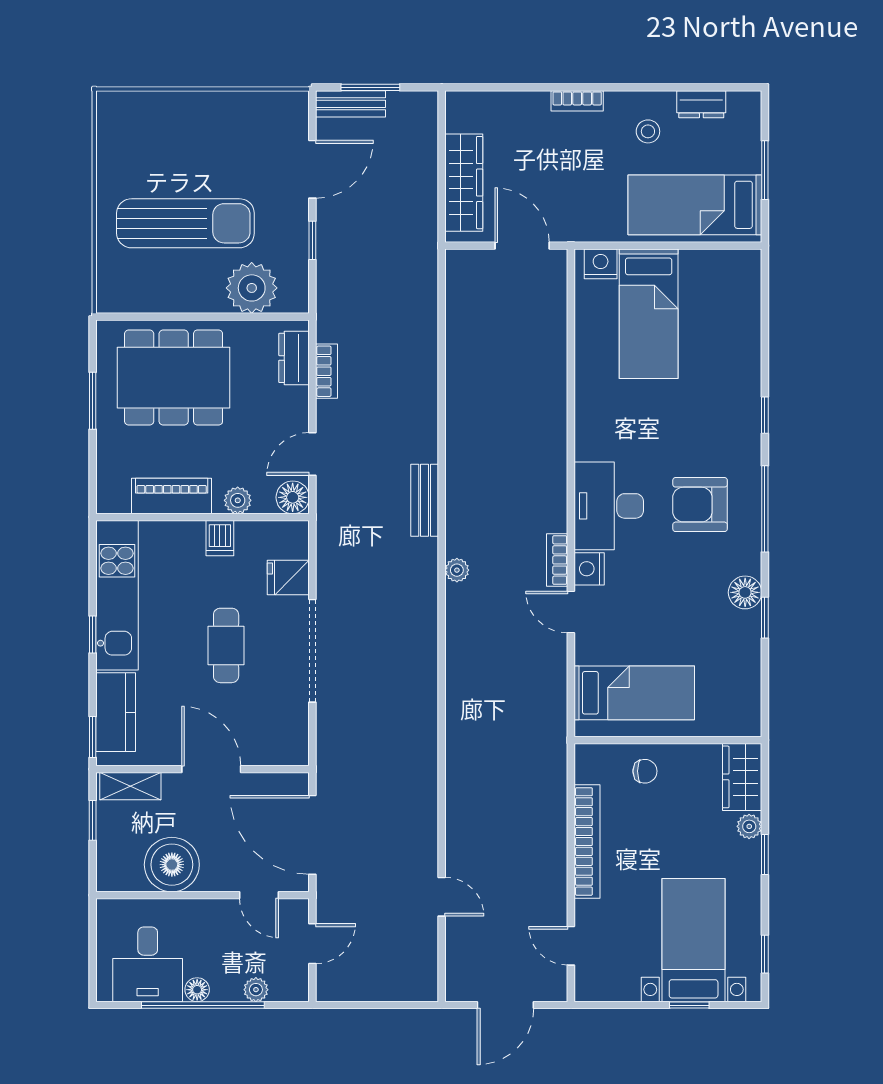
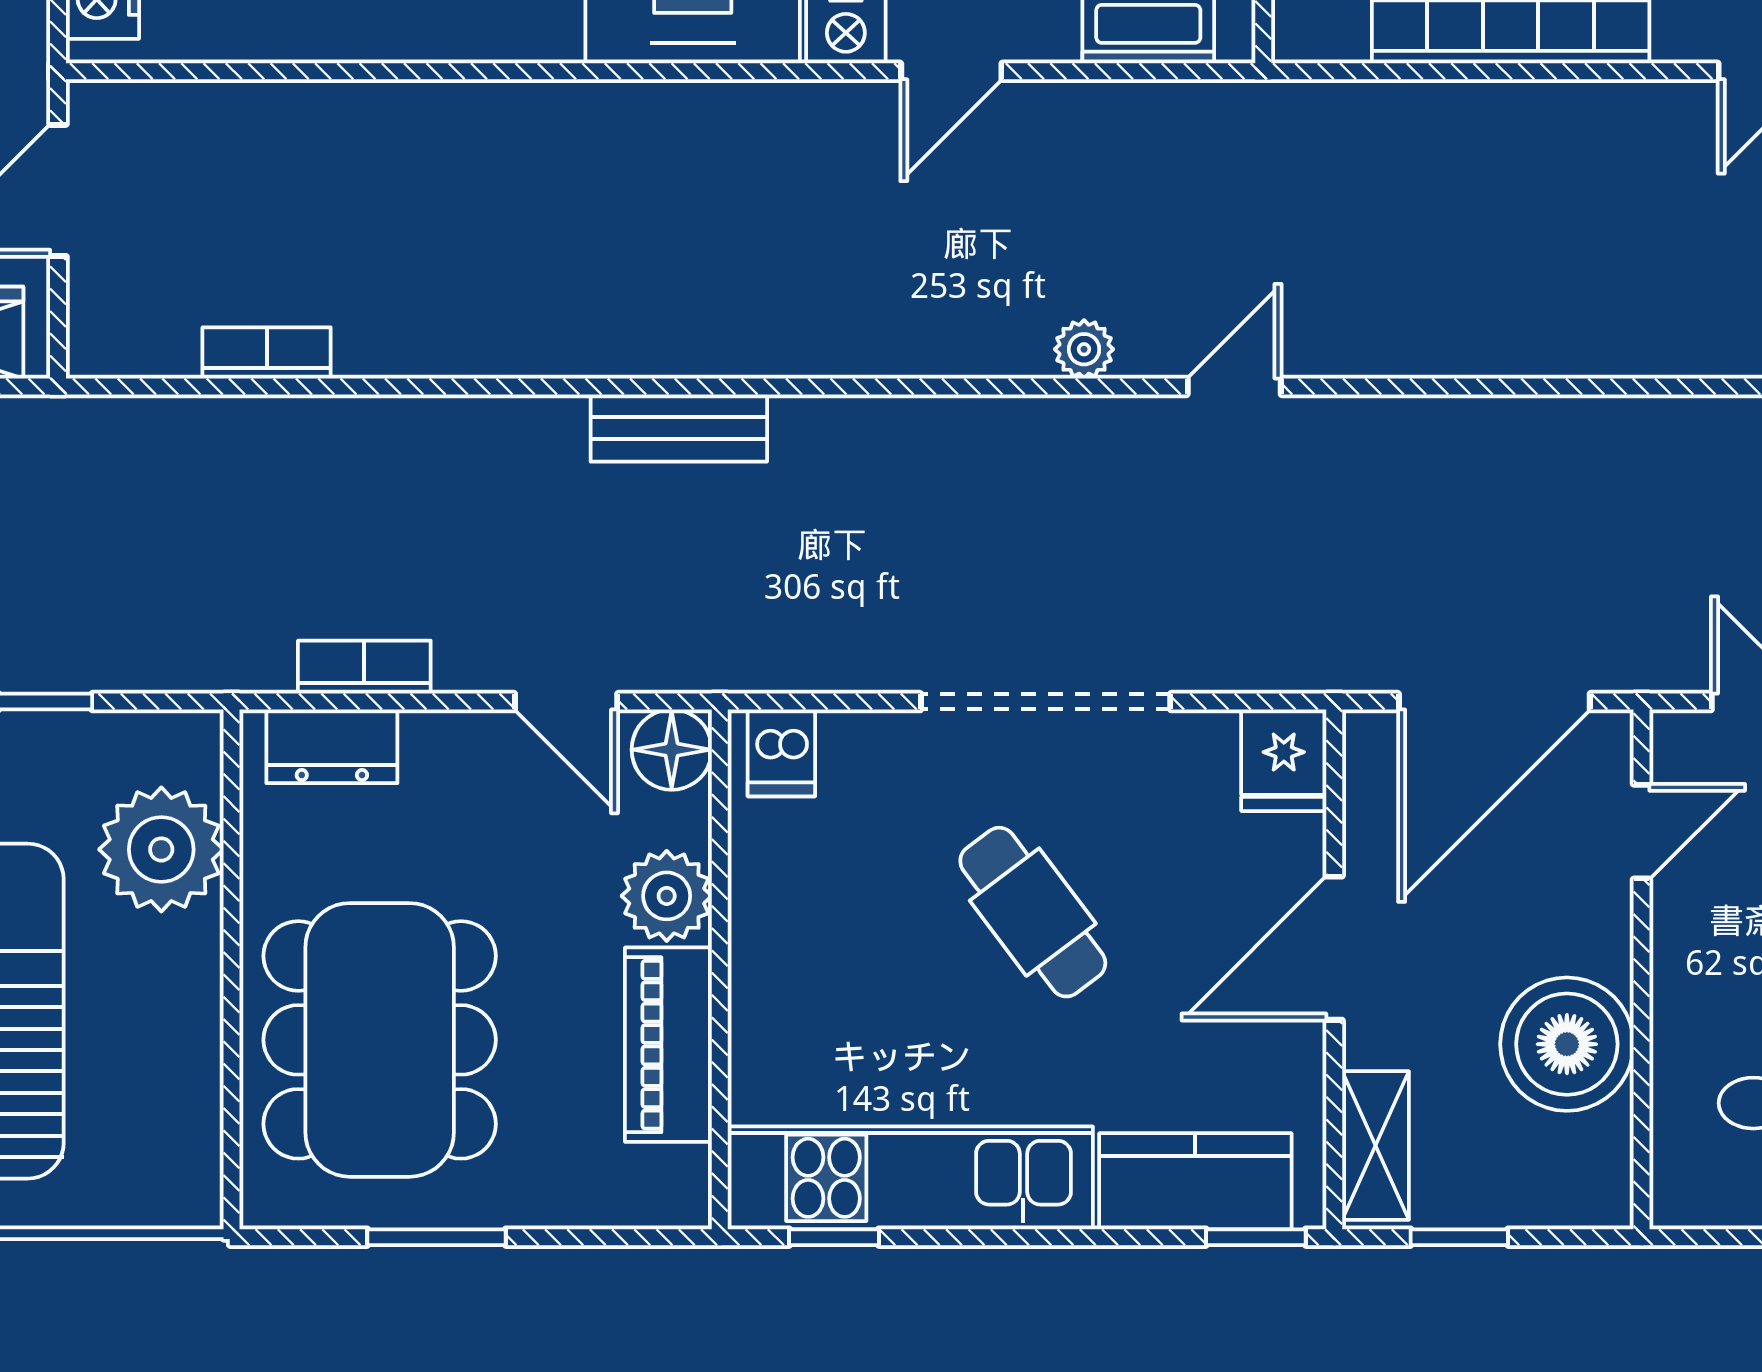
plant: (238, 500) -> (667, 896), width x1.38, depth x1.38
dishwasher: (220, 538) -> (781, 753), moved, turned 90
bookcase: (557, 560) -> (267, 353), moved, turned 180
plant: (457, 570) -> (1084, 349), moved
fridge: (288, 578) -> (1284, 760), moved
window: (93, 635) -> (834, 1237), moved
cafe table: (226, 645) -> (1033, 912), turned 53
door: (442, 897) -> (1234, 386), moved

